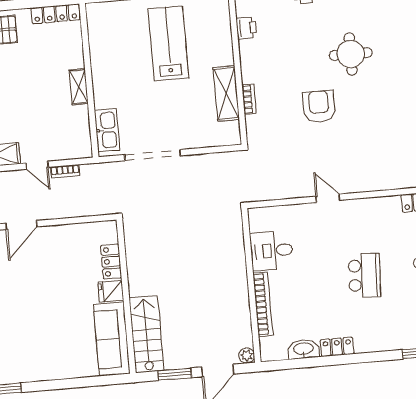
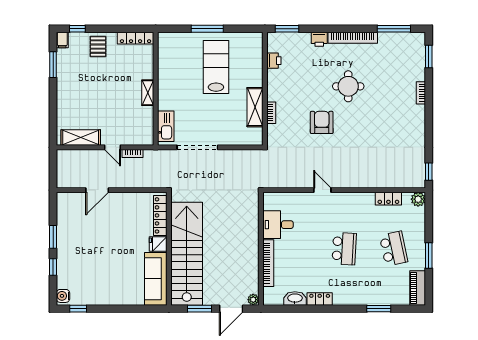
locker: (111, 262) -> (160, 215), width x1.53
stairs: (146, 334) -> (187, 254), width x1.86, depth x1.51

